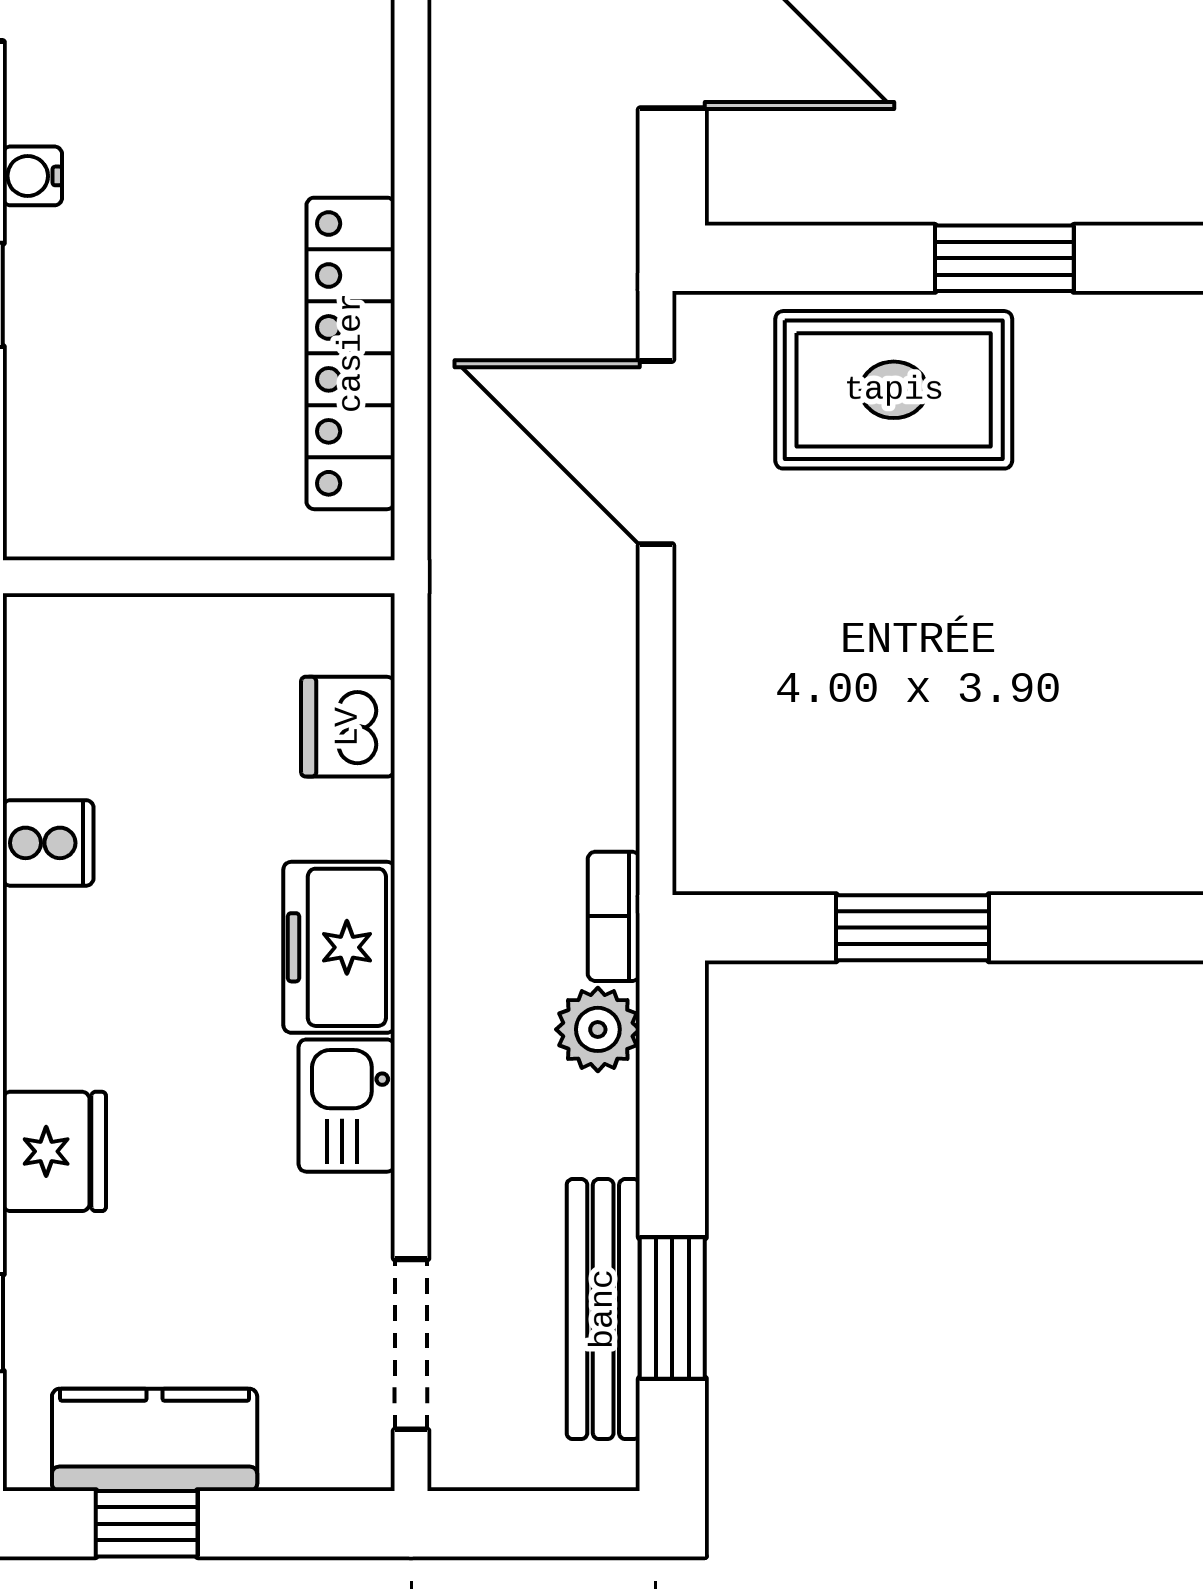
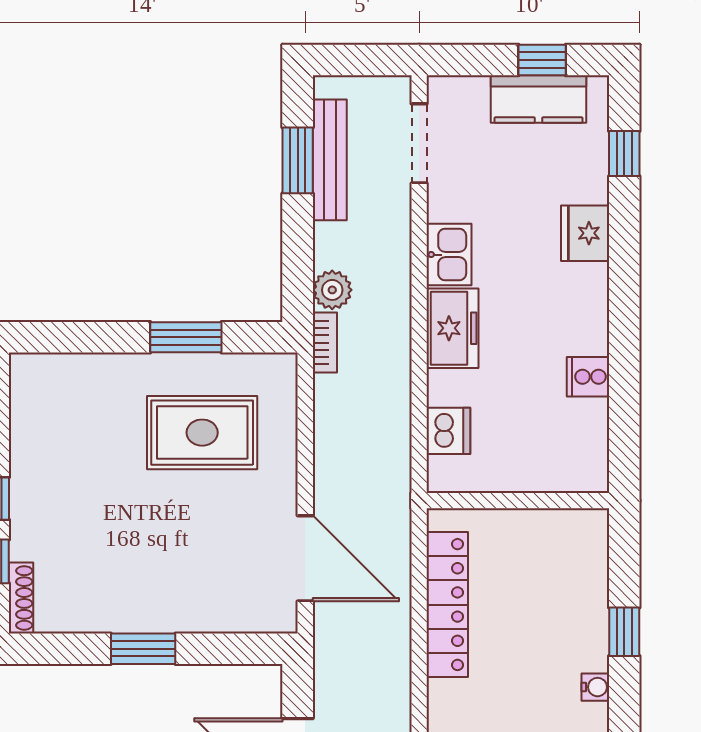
rug: (894, 390) -> (202, 433), moved

